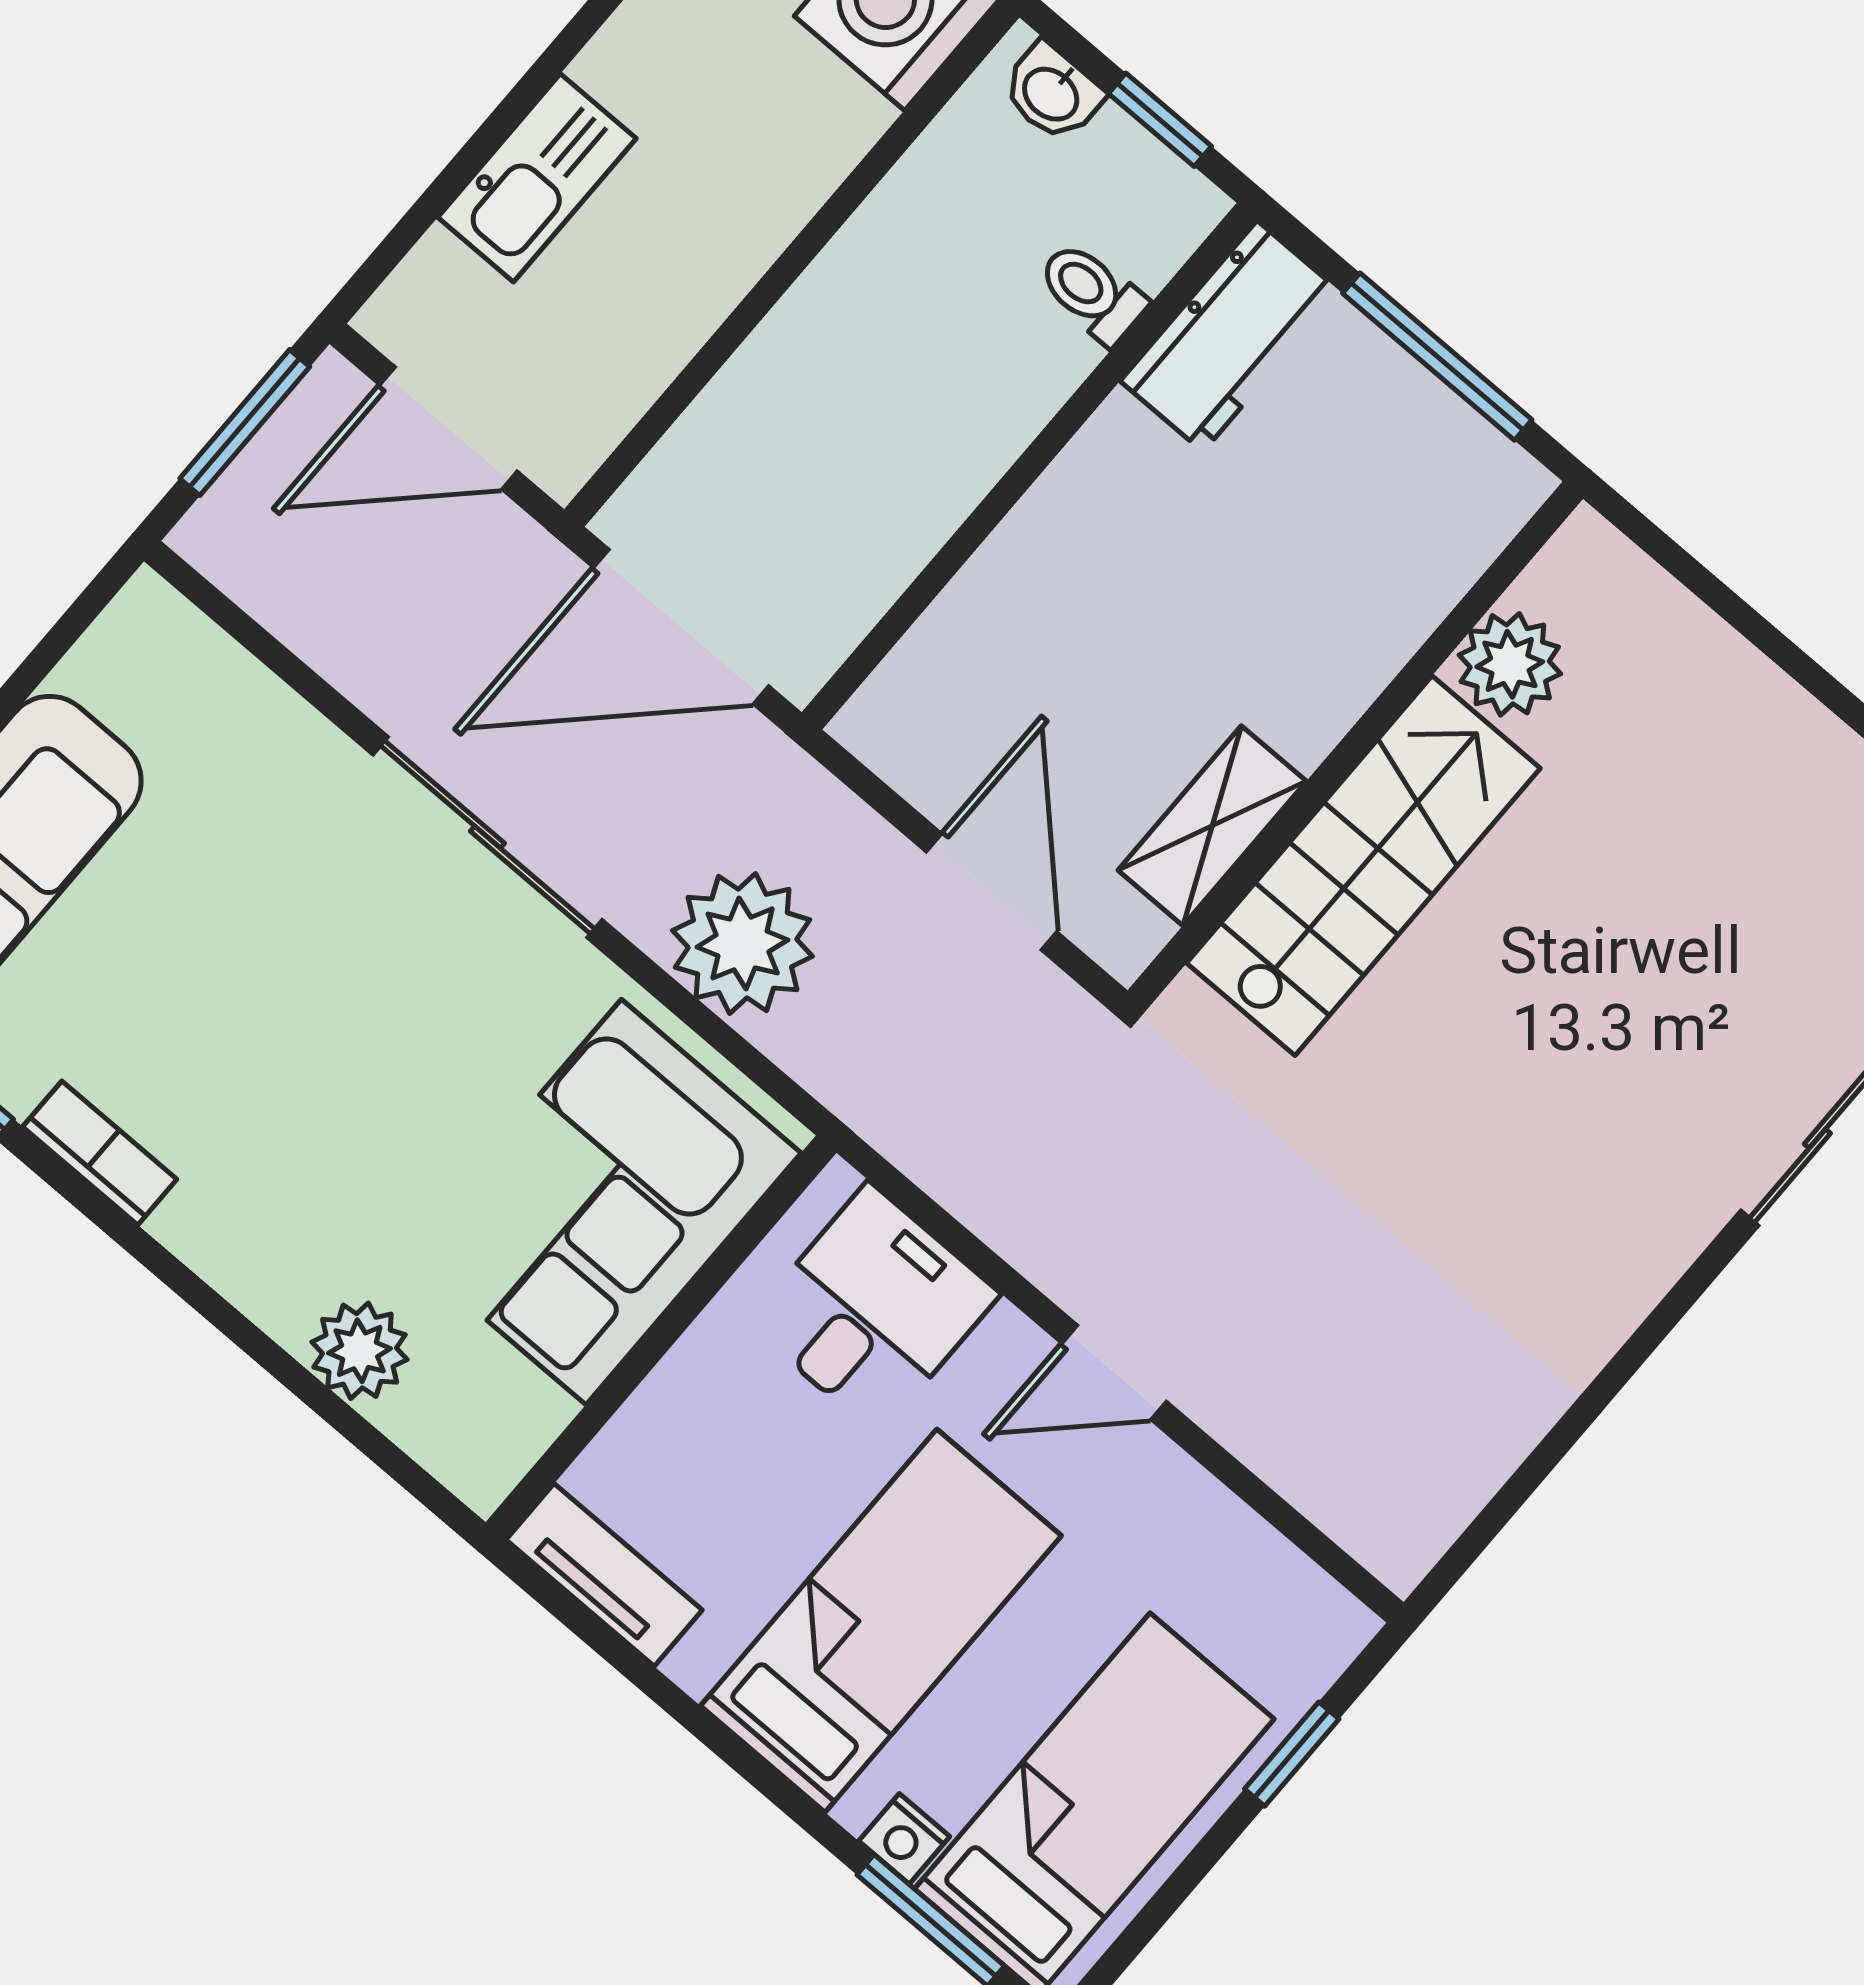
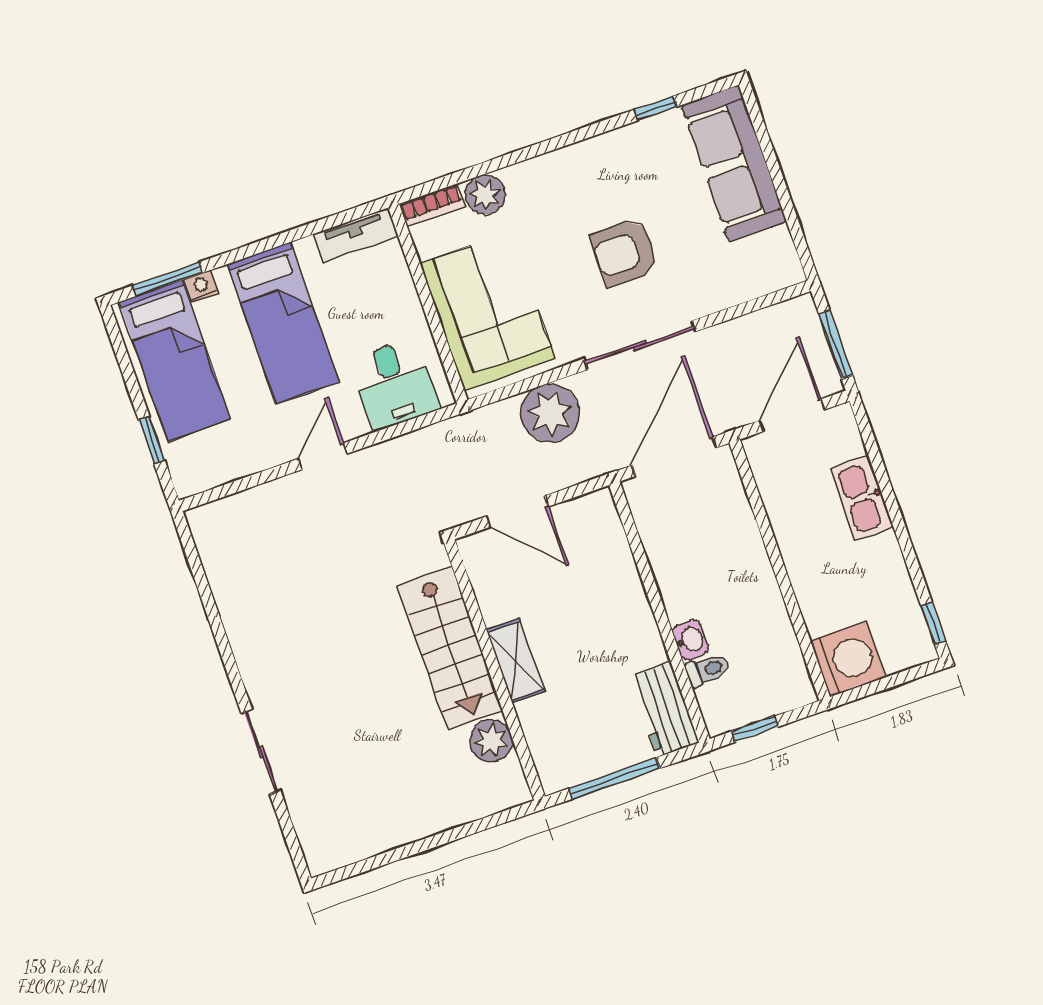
washbasin: (1052, 93) -> (690, 640), moved, turned 90
shelving: (1212, 826) -> (516, 661), moved
armchair: (310, 984) -> (625, 252), added
bookcase: (100, 1153) -> (432, 205), moved

